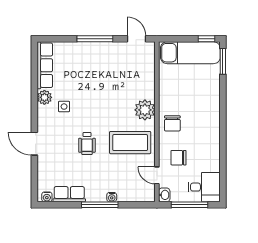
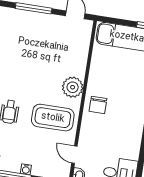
chair: (178, 158) -> (99, 140), removed

